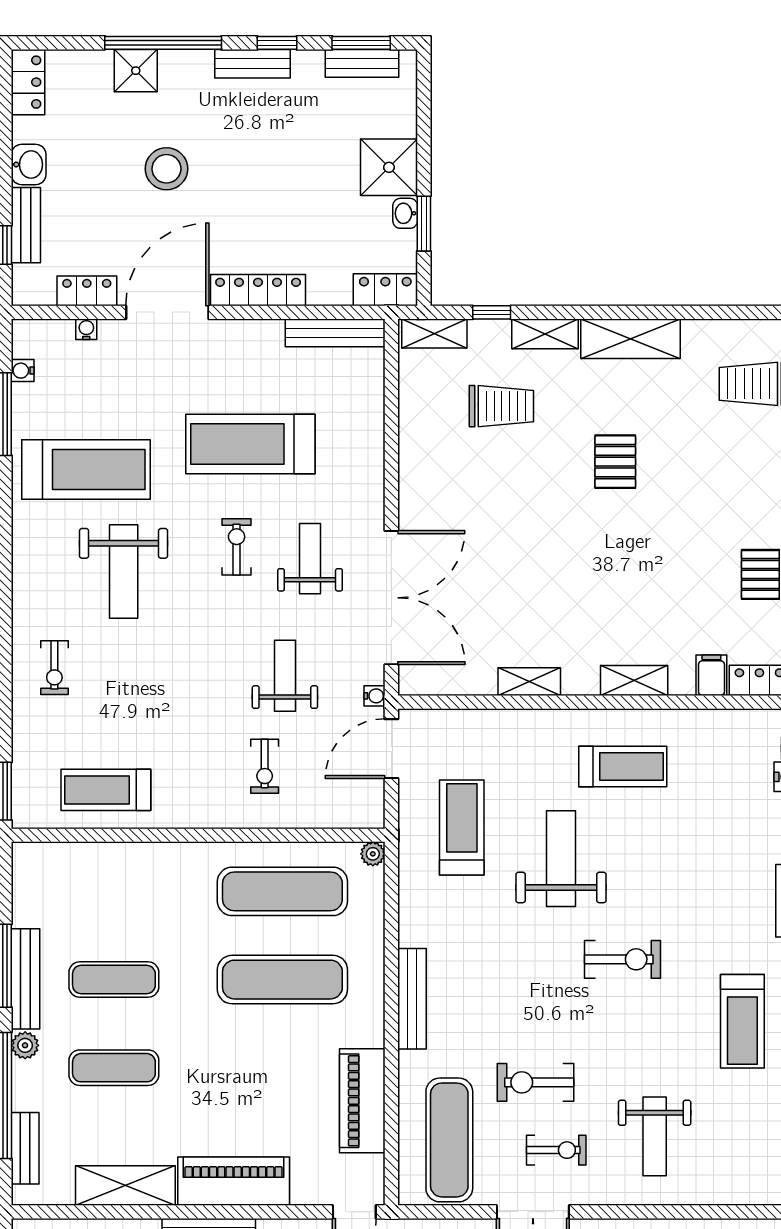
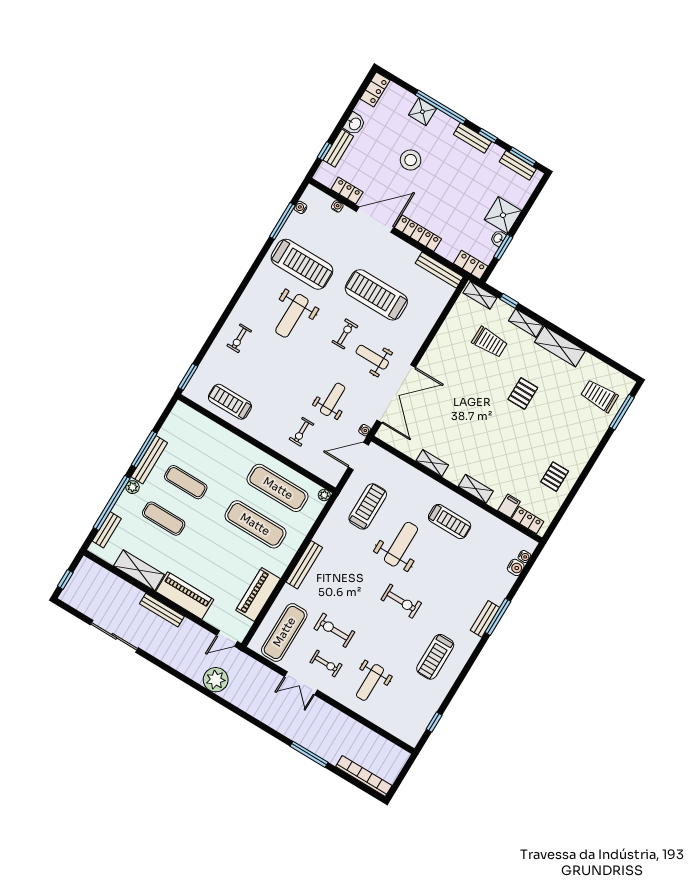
weight bench: (310, 559) -> (372, 357), turned -90

